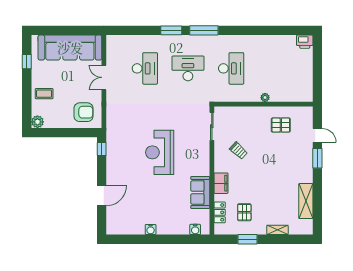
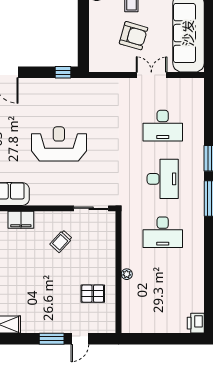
armchair: (84, 112) -> (134, 36), moved, turned -74
pallet: (281, 125) -> (93, 294), turned 90

